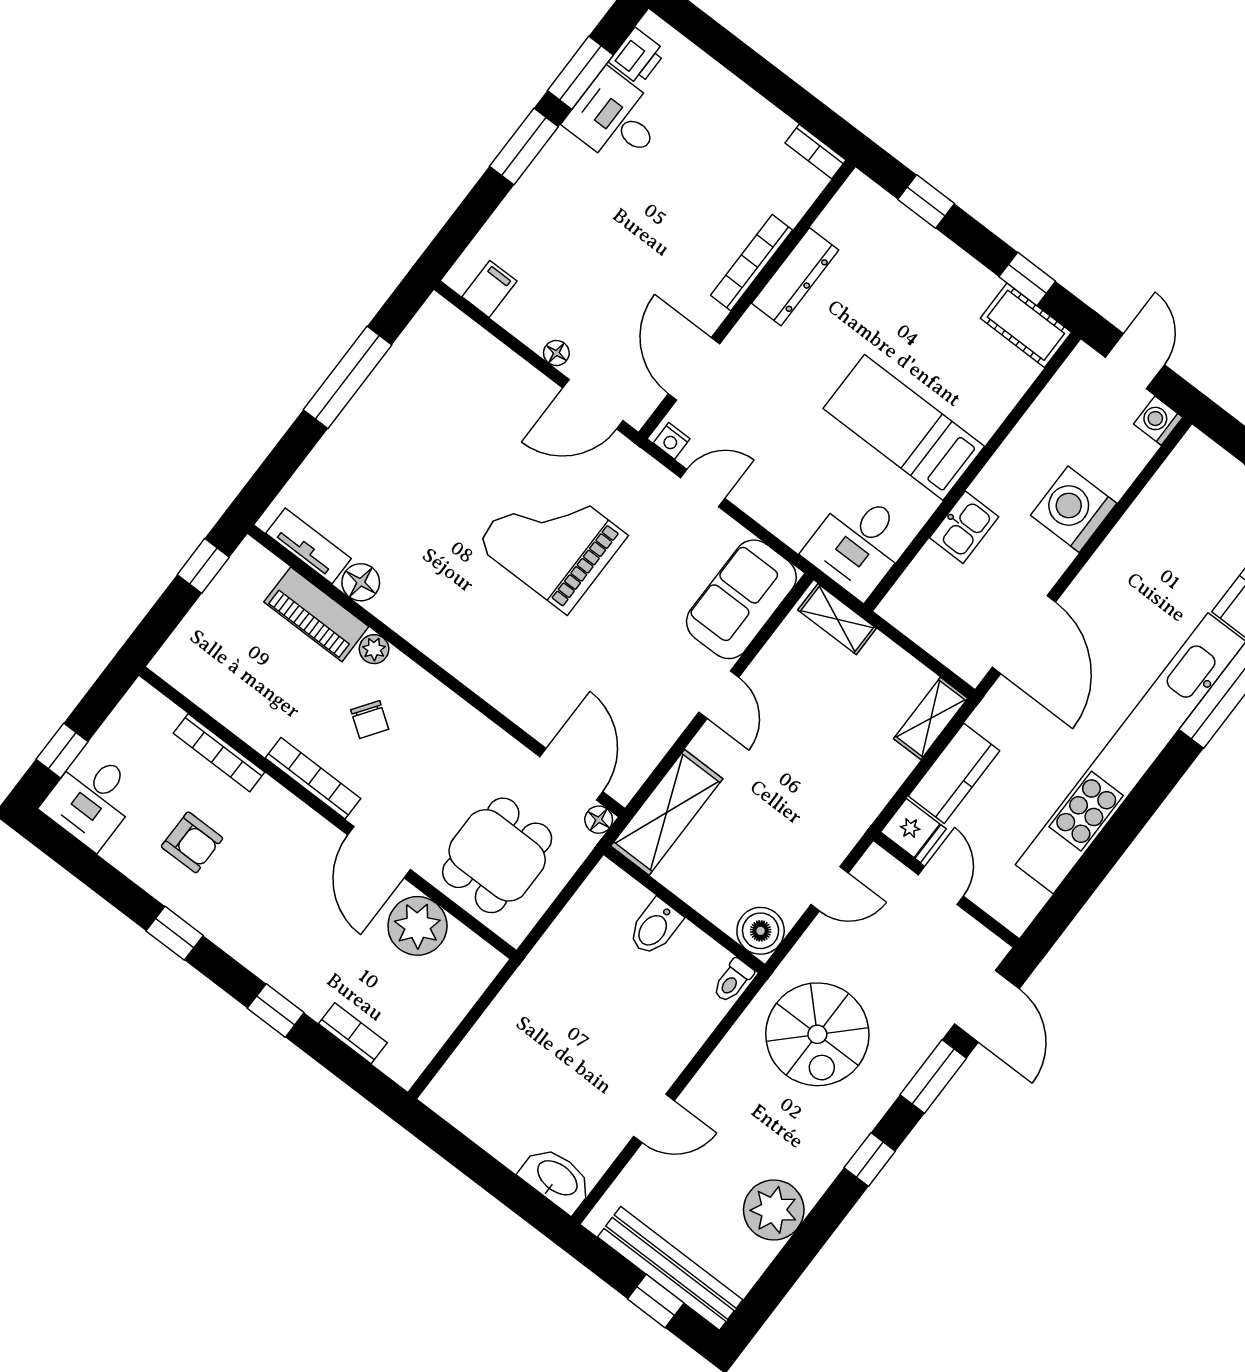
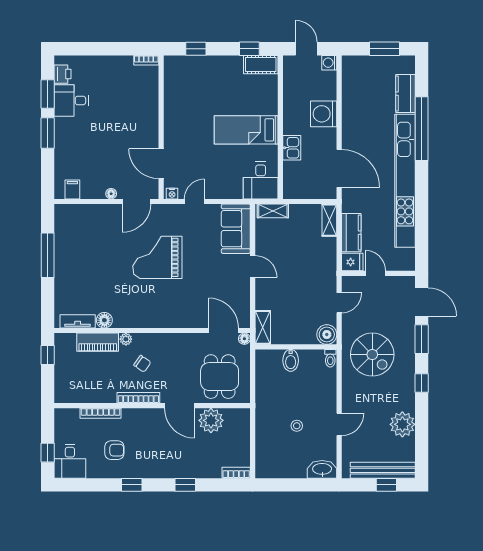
bookcase: (751, 263) -> (153, 114), removed
dresser: (795, 277) -> (171, 107), removed
shelving: (667, 812) -> (263, 327), width x0.67, depth x0.75
bookcase: (353, 1033) -> (236, 473), moved
stool: (572, 1060) -> (297, 426), added

